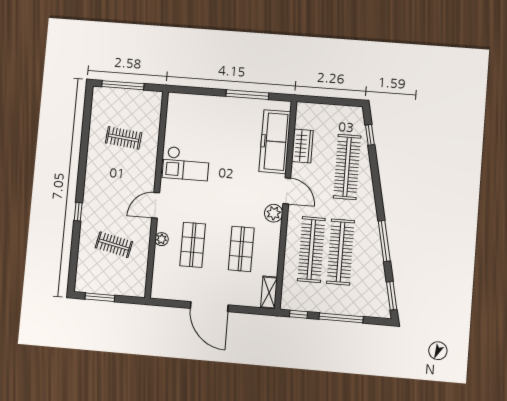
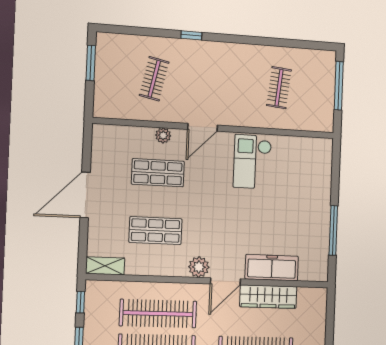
freezer: (275, 142) -> (272, 268), width x0.73, depth x0.79
wardrobe: (302, 146) -> (268, 297), width x1.50
door: (156, 205) -> (203, 127), swing flipped

